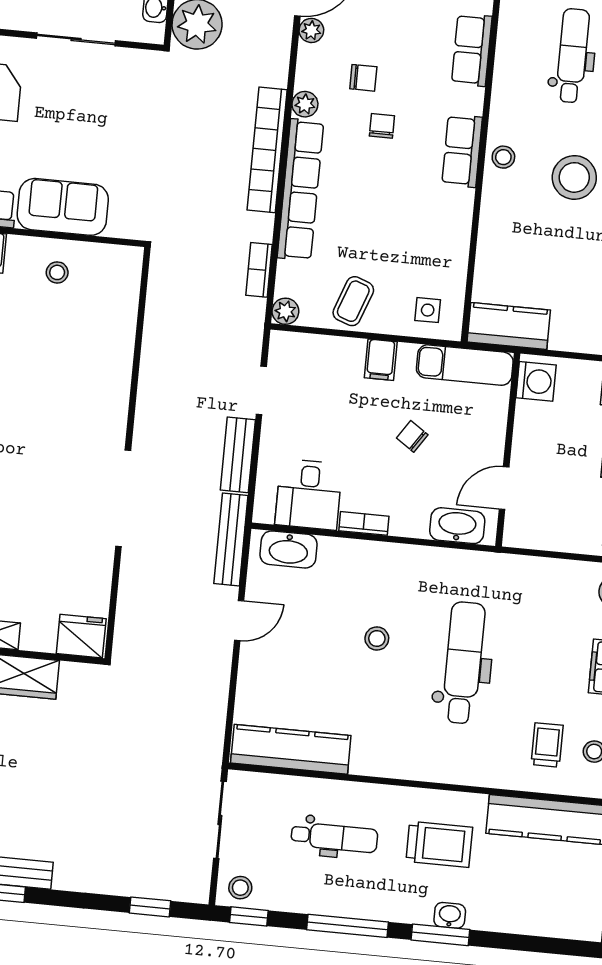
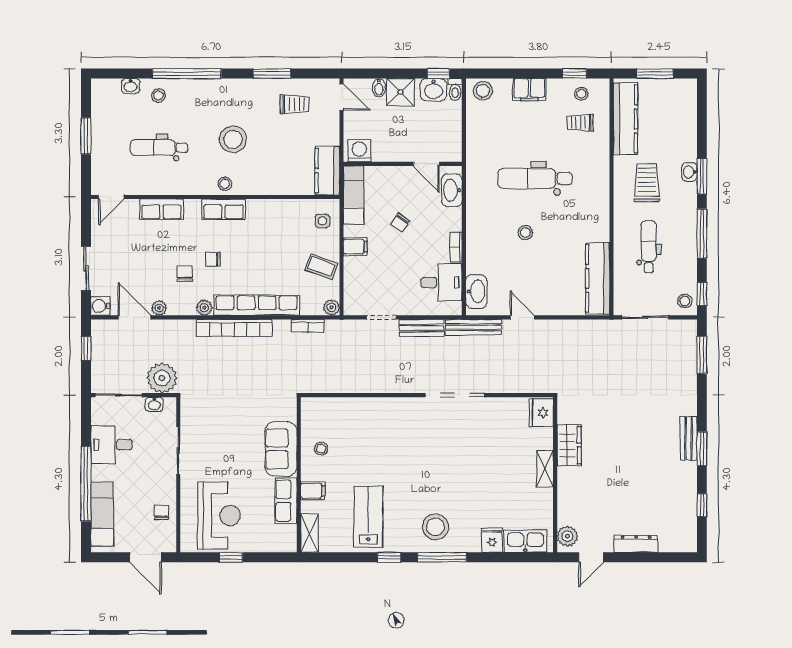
window: (150, 907) -> (702, 355), width x1.50

